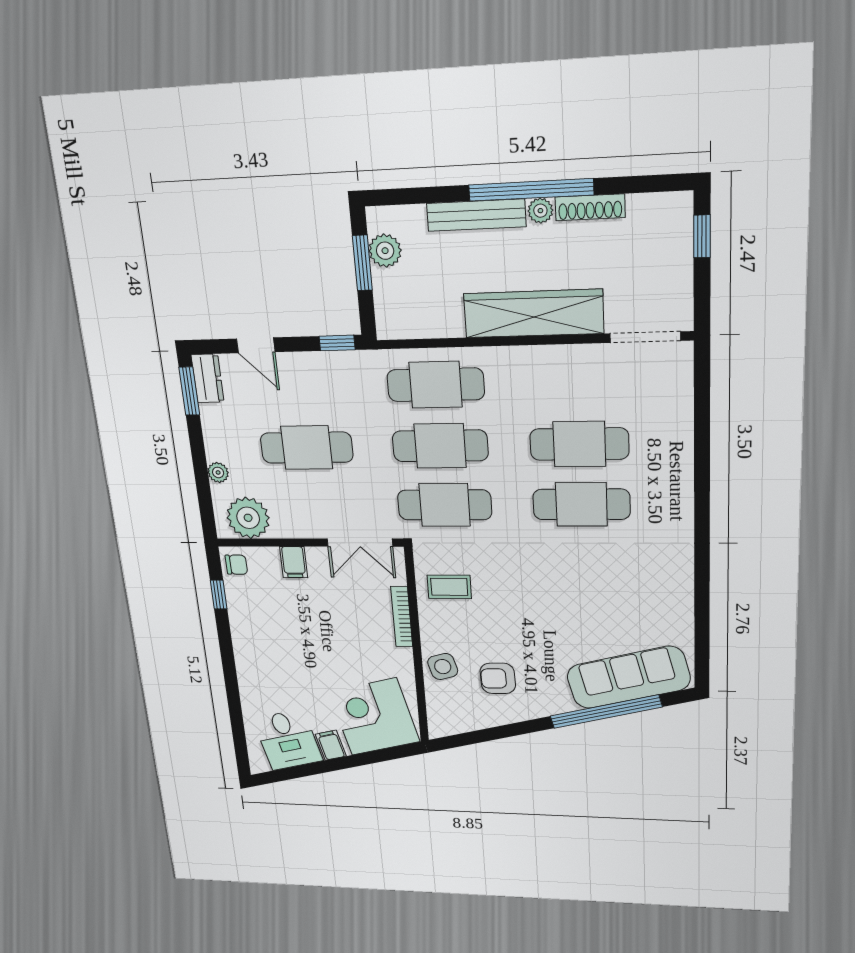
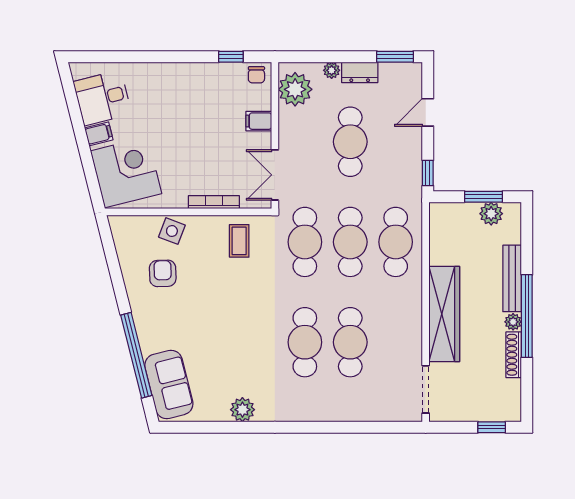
dresser: (208, 378) -> (360, 72), moved
plant: (677, 585) -> (242, 410), added
side table: (443, 667) -> (172, 231), turned 37
sofa: (628, 677) -> (169, 384), width x0.73

